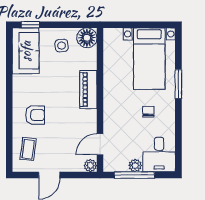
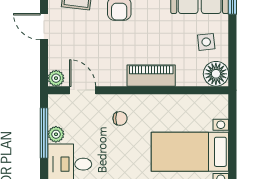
chair: (148, 112) -> (120, 118), moved

